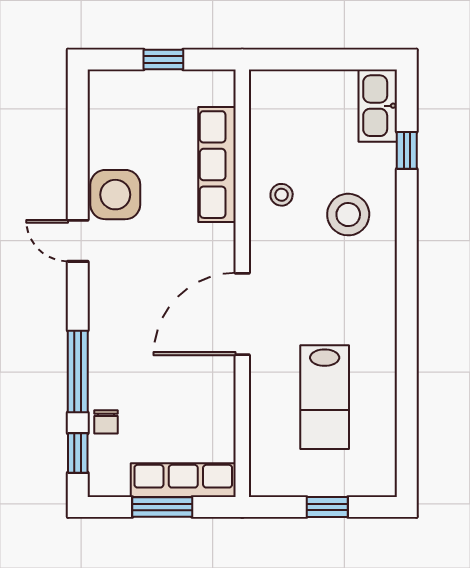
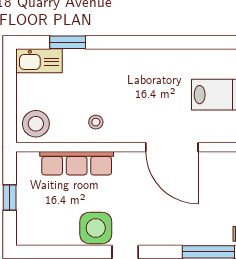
window: (407, 150) -> (68, 42), width x1.50
stool: (348, 215) -> (36, 124), moved

